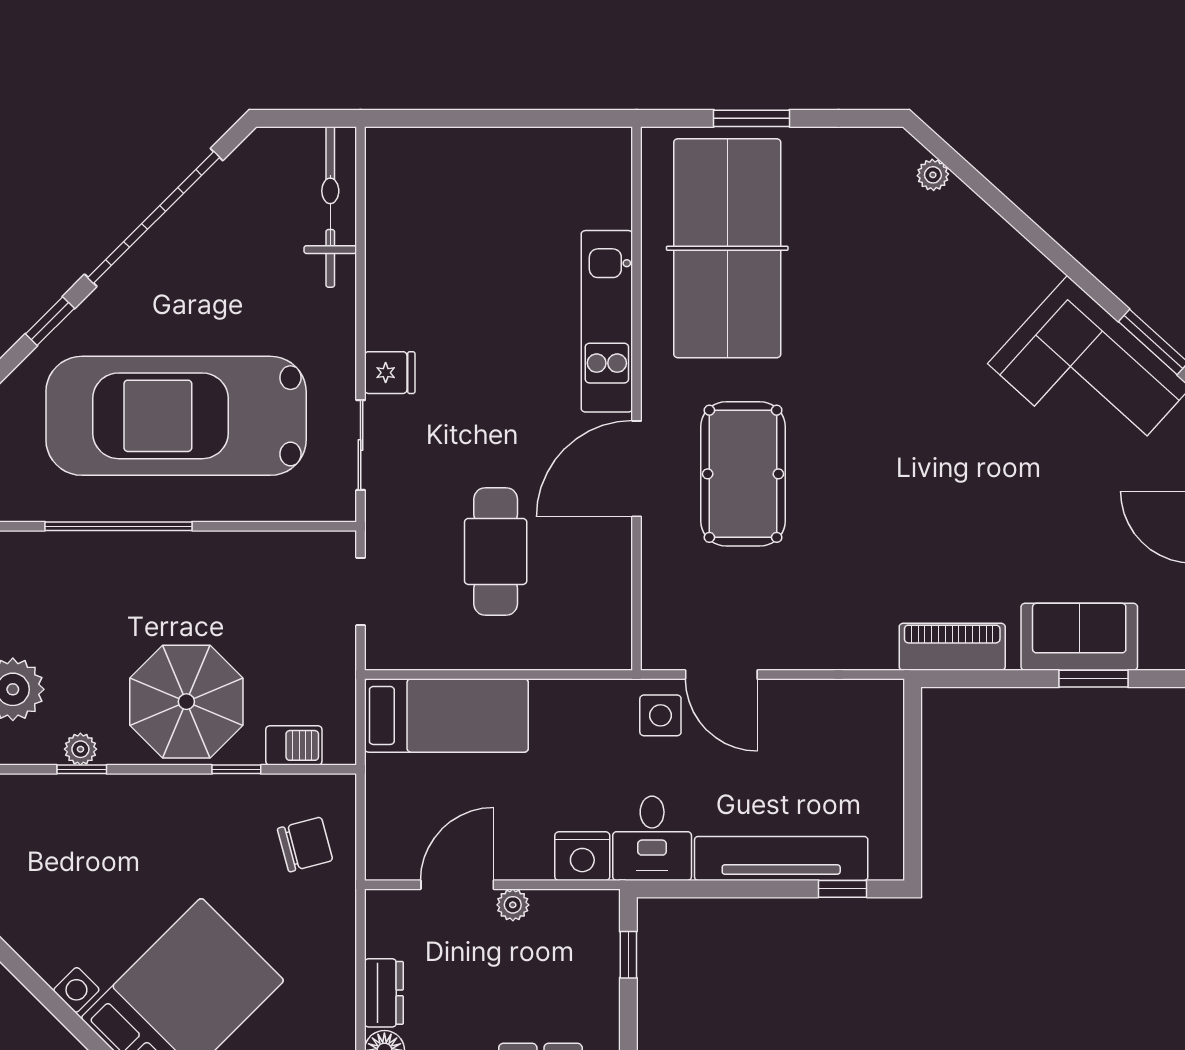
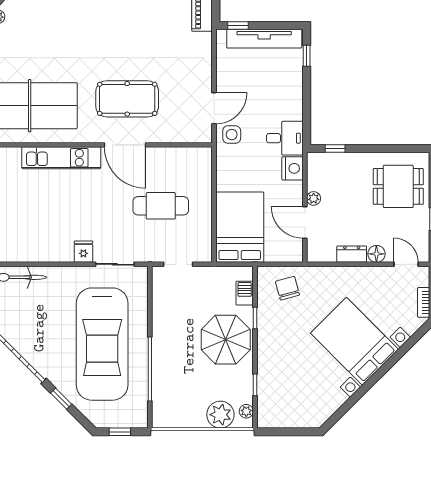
bed: (446, 715) -> (240, 227), width x1.50
window: (913, 730) -> (238, 25), added
plant: (80, 749) -> (246, 411), moved
tv unit: (781, 858) -> (264, 39), moved, turned -90

